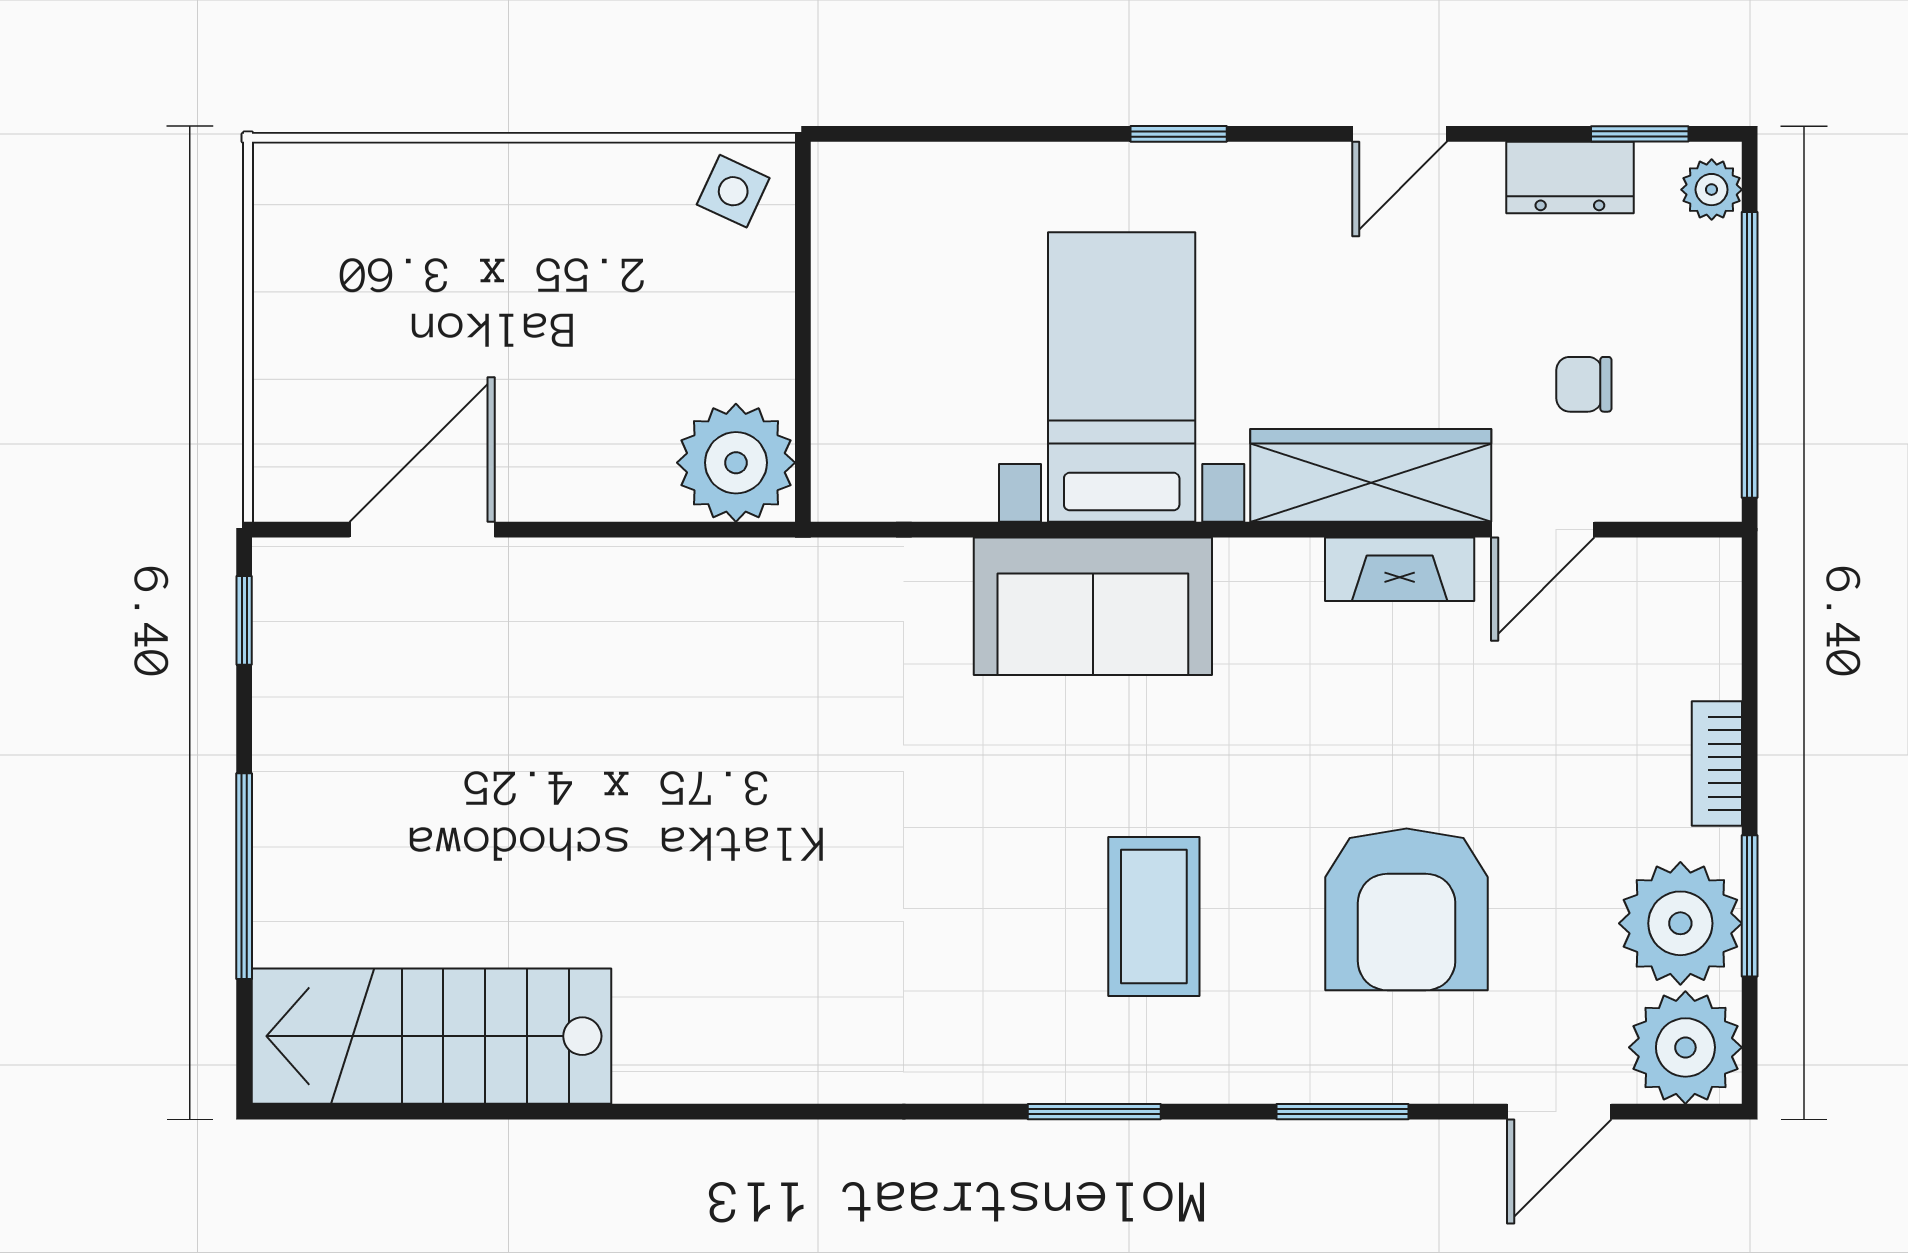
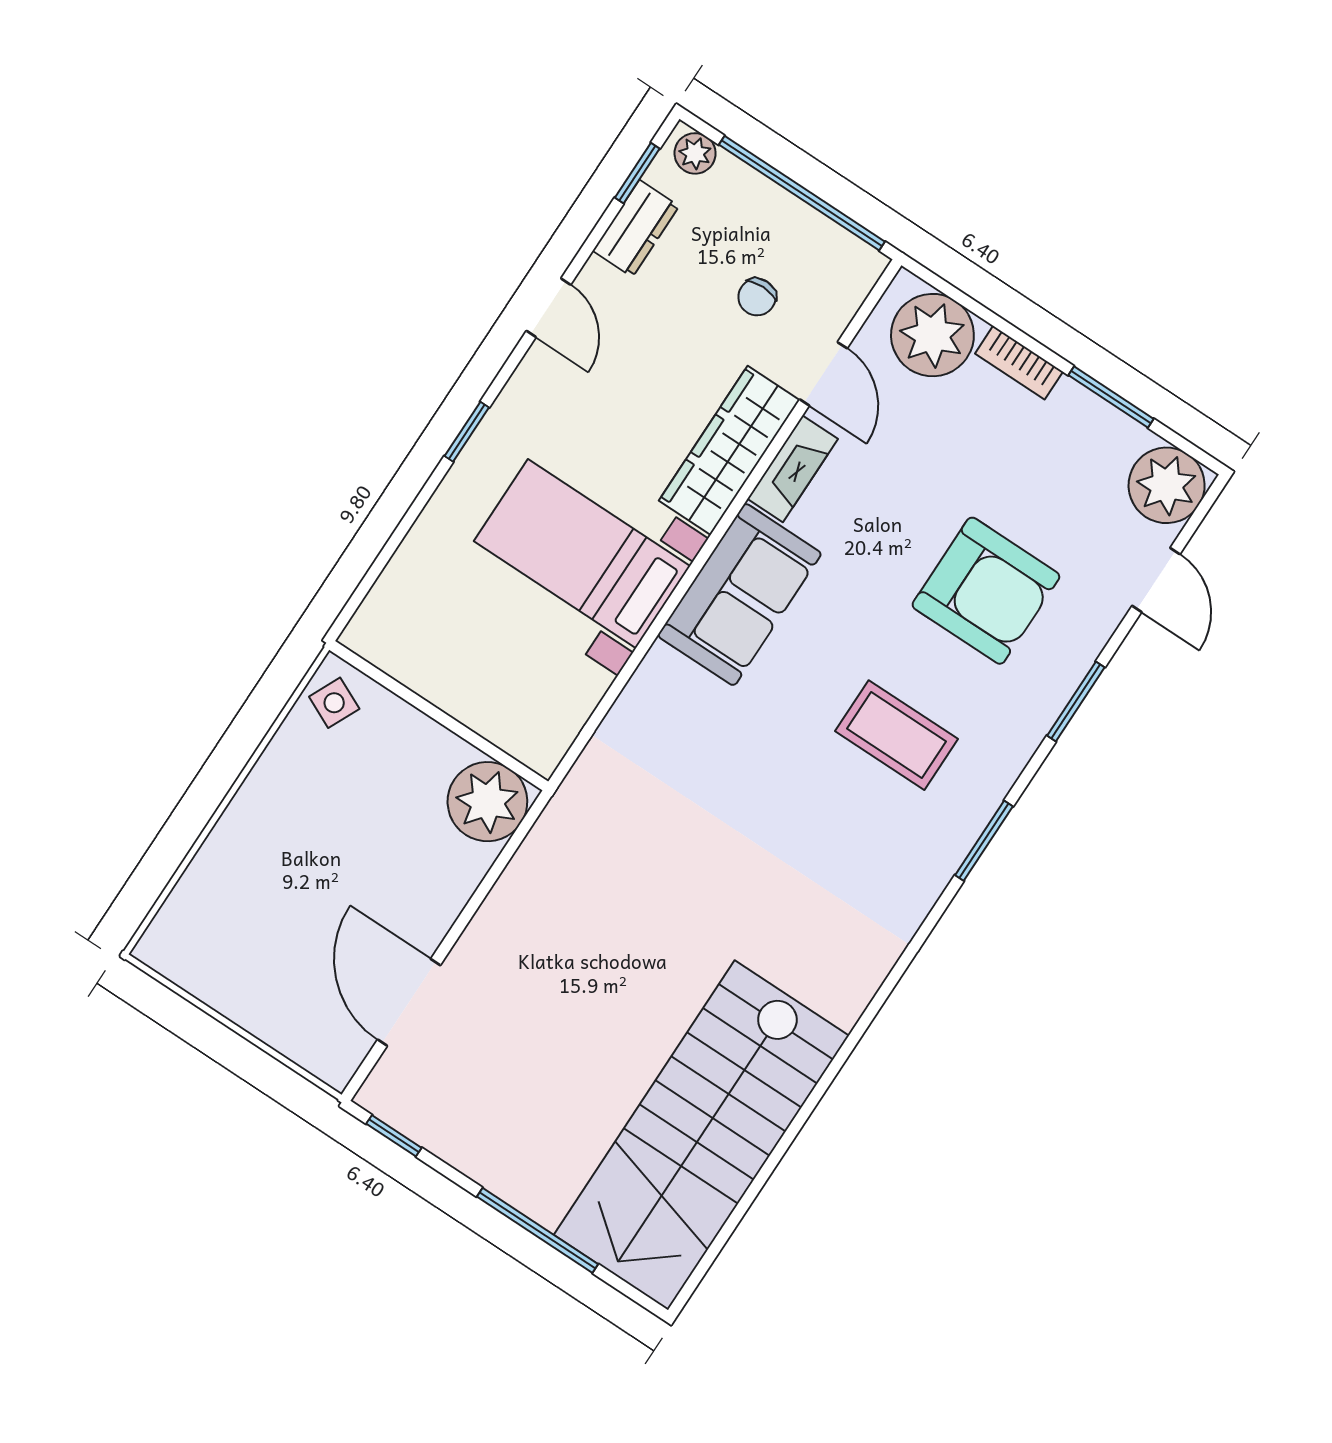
sofa: (1093, 606) -> (740, 595), moved
plant: (1680, 923) -> (932, 335), moved
stairs: (432, 1036) -> (701, 1135), width x1.36, depth x1.51

